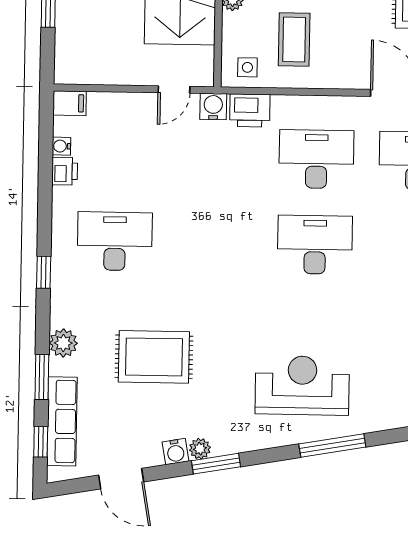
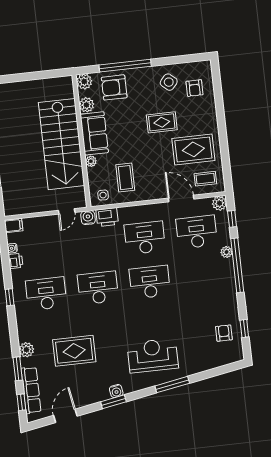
desk: (215, 243) -> (98, 288), added
window: (44, 272) -> (10, 297), moved
plant: (200, 449) -> (104, 395), removed
water cooler: (176, 452) -> (116, 391), moved
door: (121, 479) -> (65, 416), swing flipped

